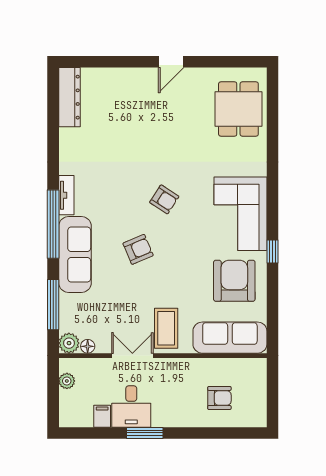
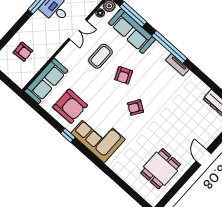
door: (171, 62) -> (204, 157), moved
dining table: (238, 109) -> (161, 169), moved, turned 90
sofa: (75, 255) -> (132, 31), moved
coffee table: (166, 328) -> (100, 56), moved, turned 90
armchair: (219, 398) -> (23, 52), turned -93

